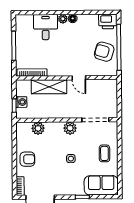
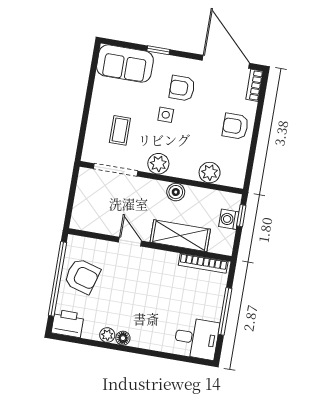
plant: (63, 19) -> (107, 335), moved
desk: (46, 27) -> (196, 338), moved, turned -90
boiler: (56, 113) -> (176, 192), added
coffee table: (104, 153) -> (120, 130), moved
armchair: (64, 176) -> (182, 88), added

